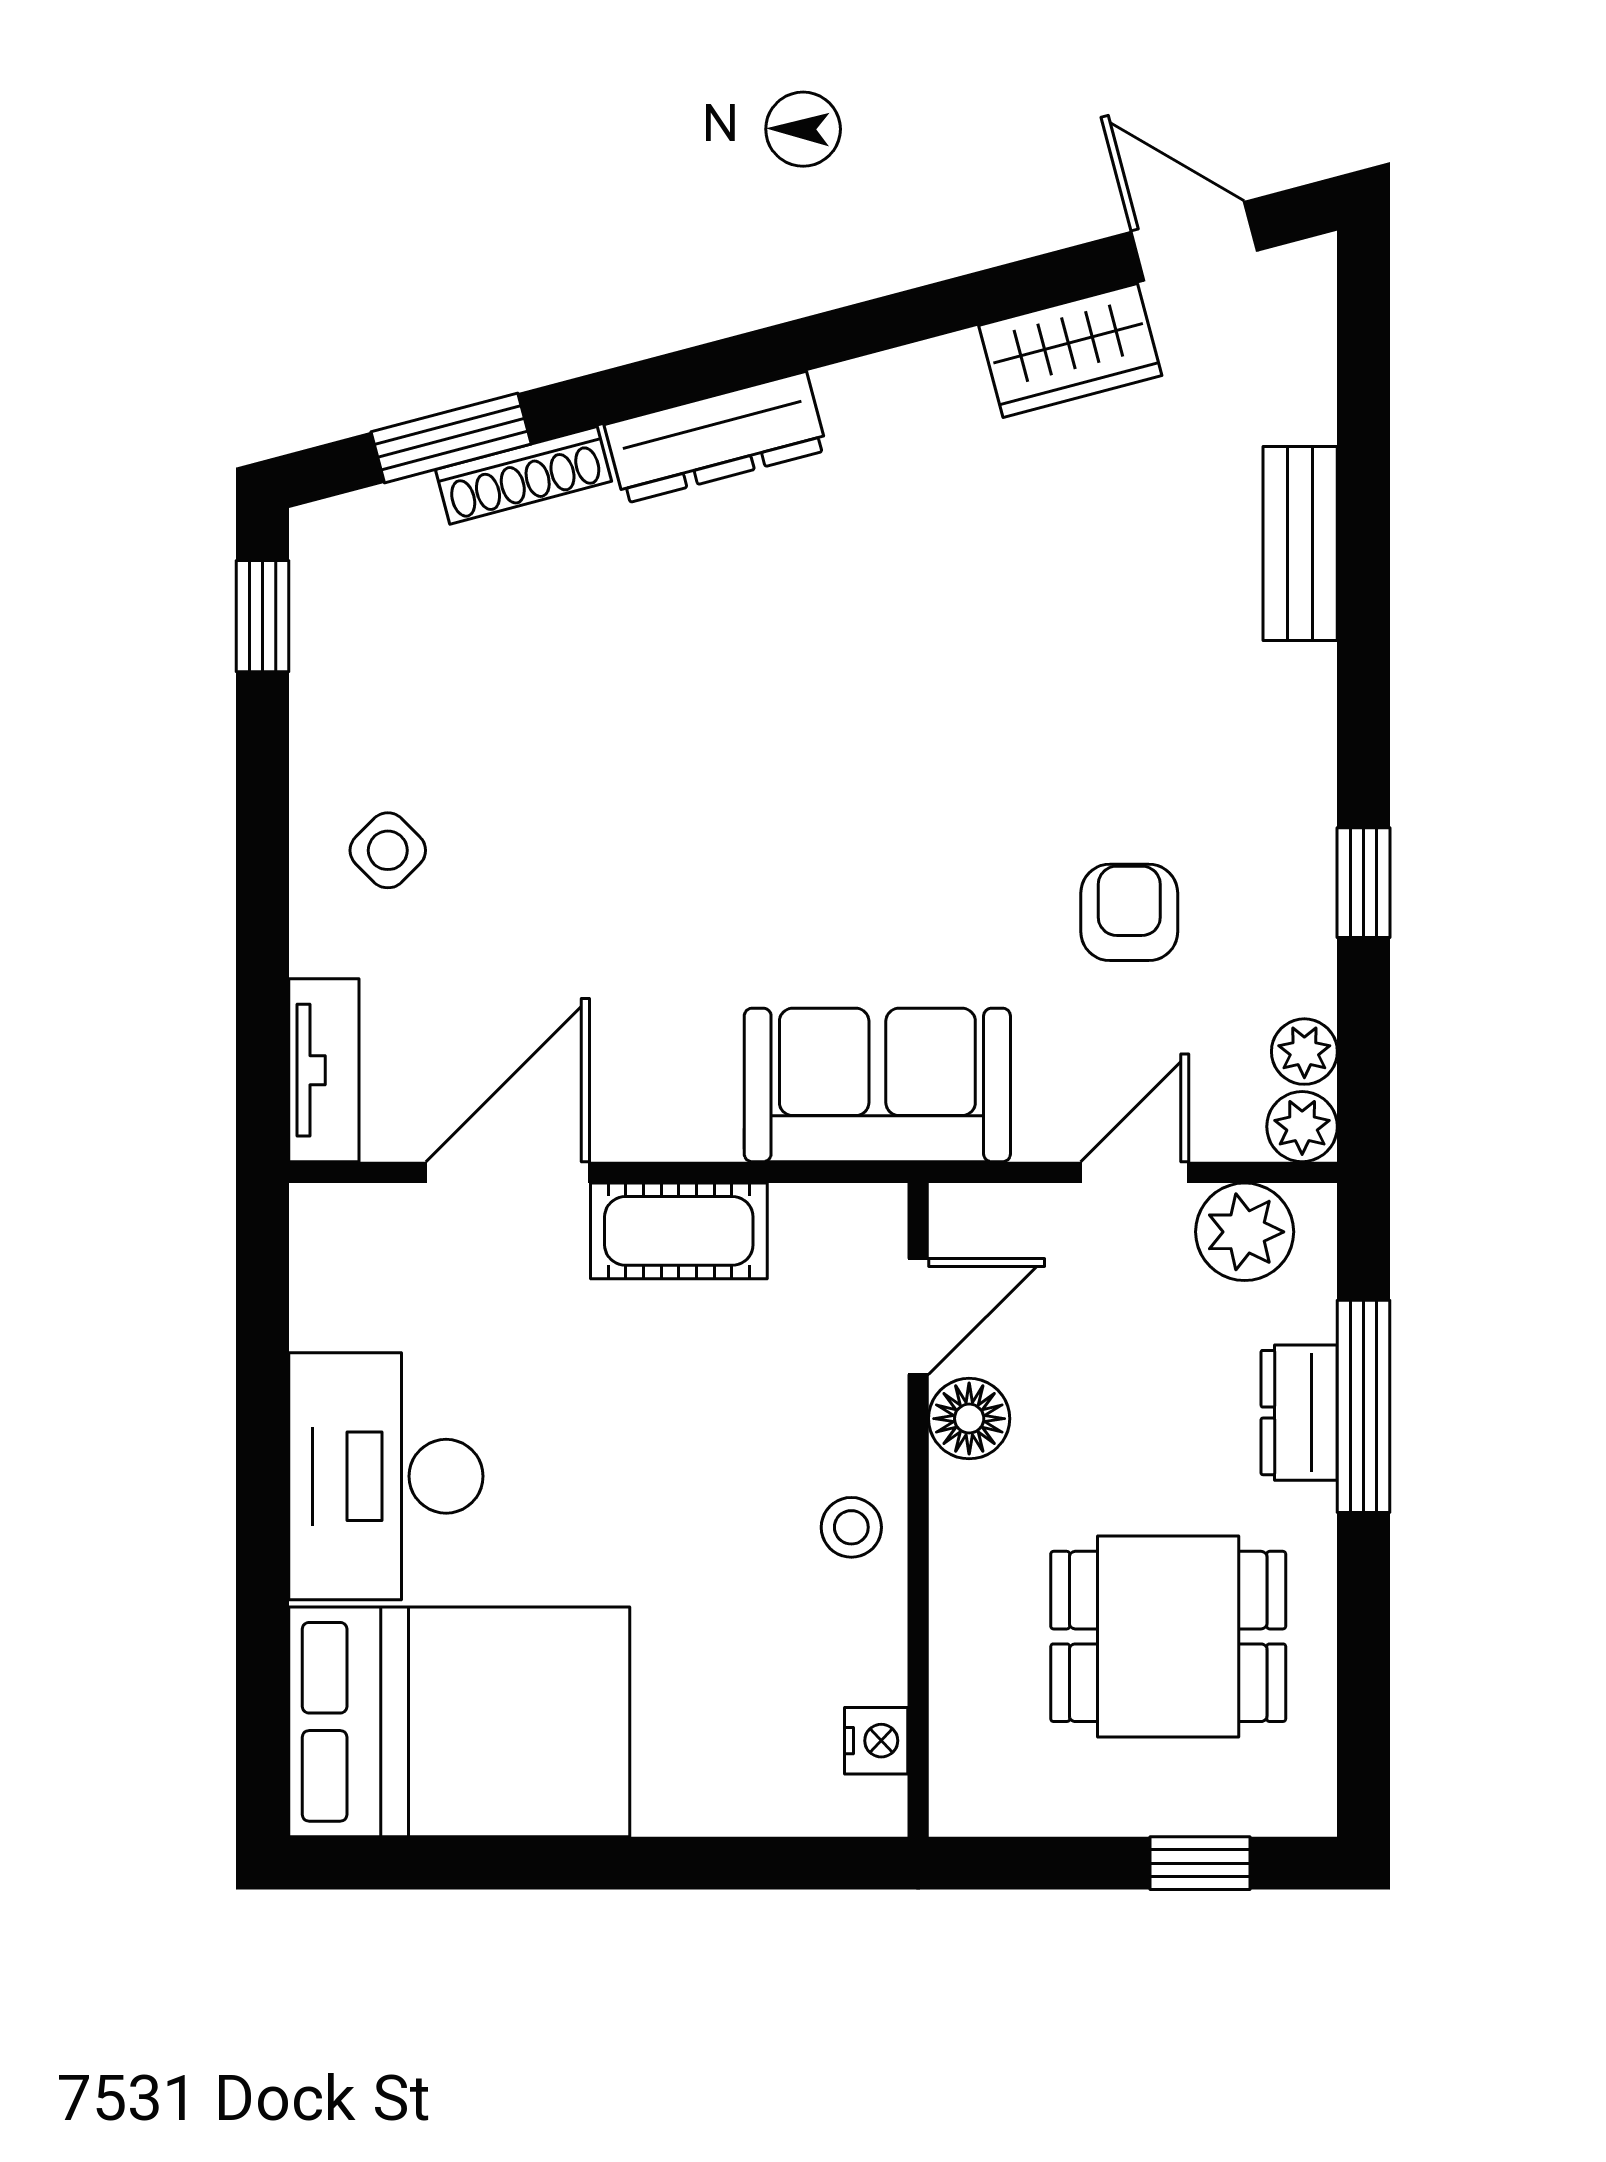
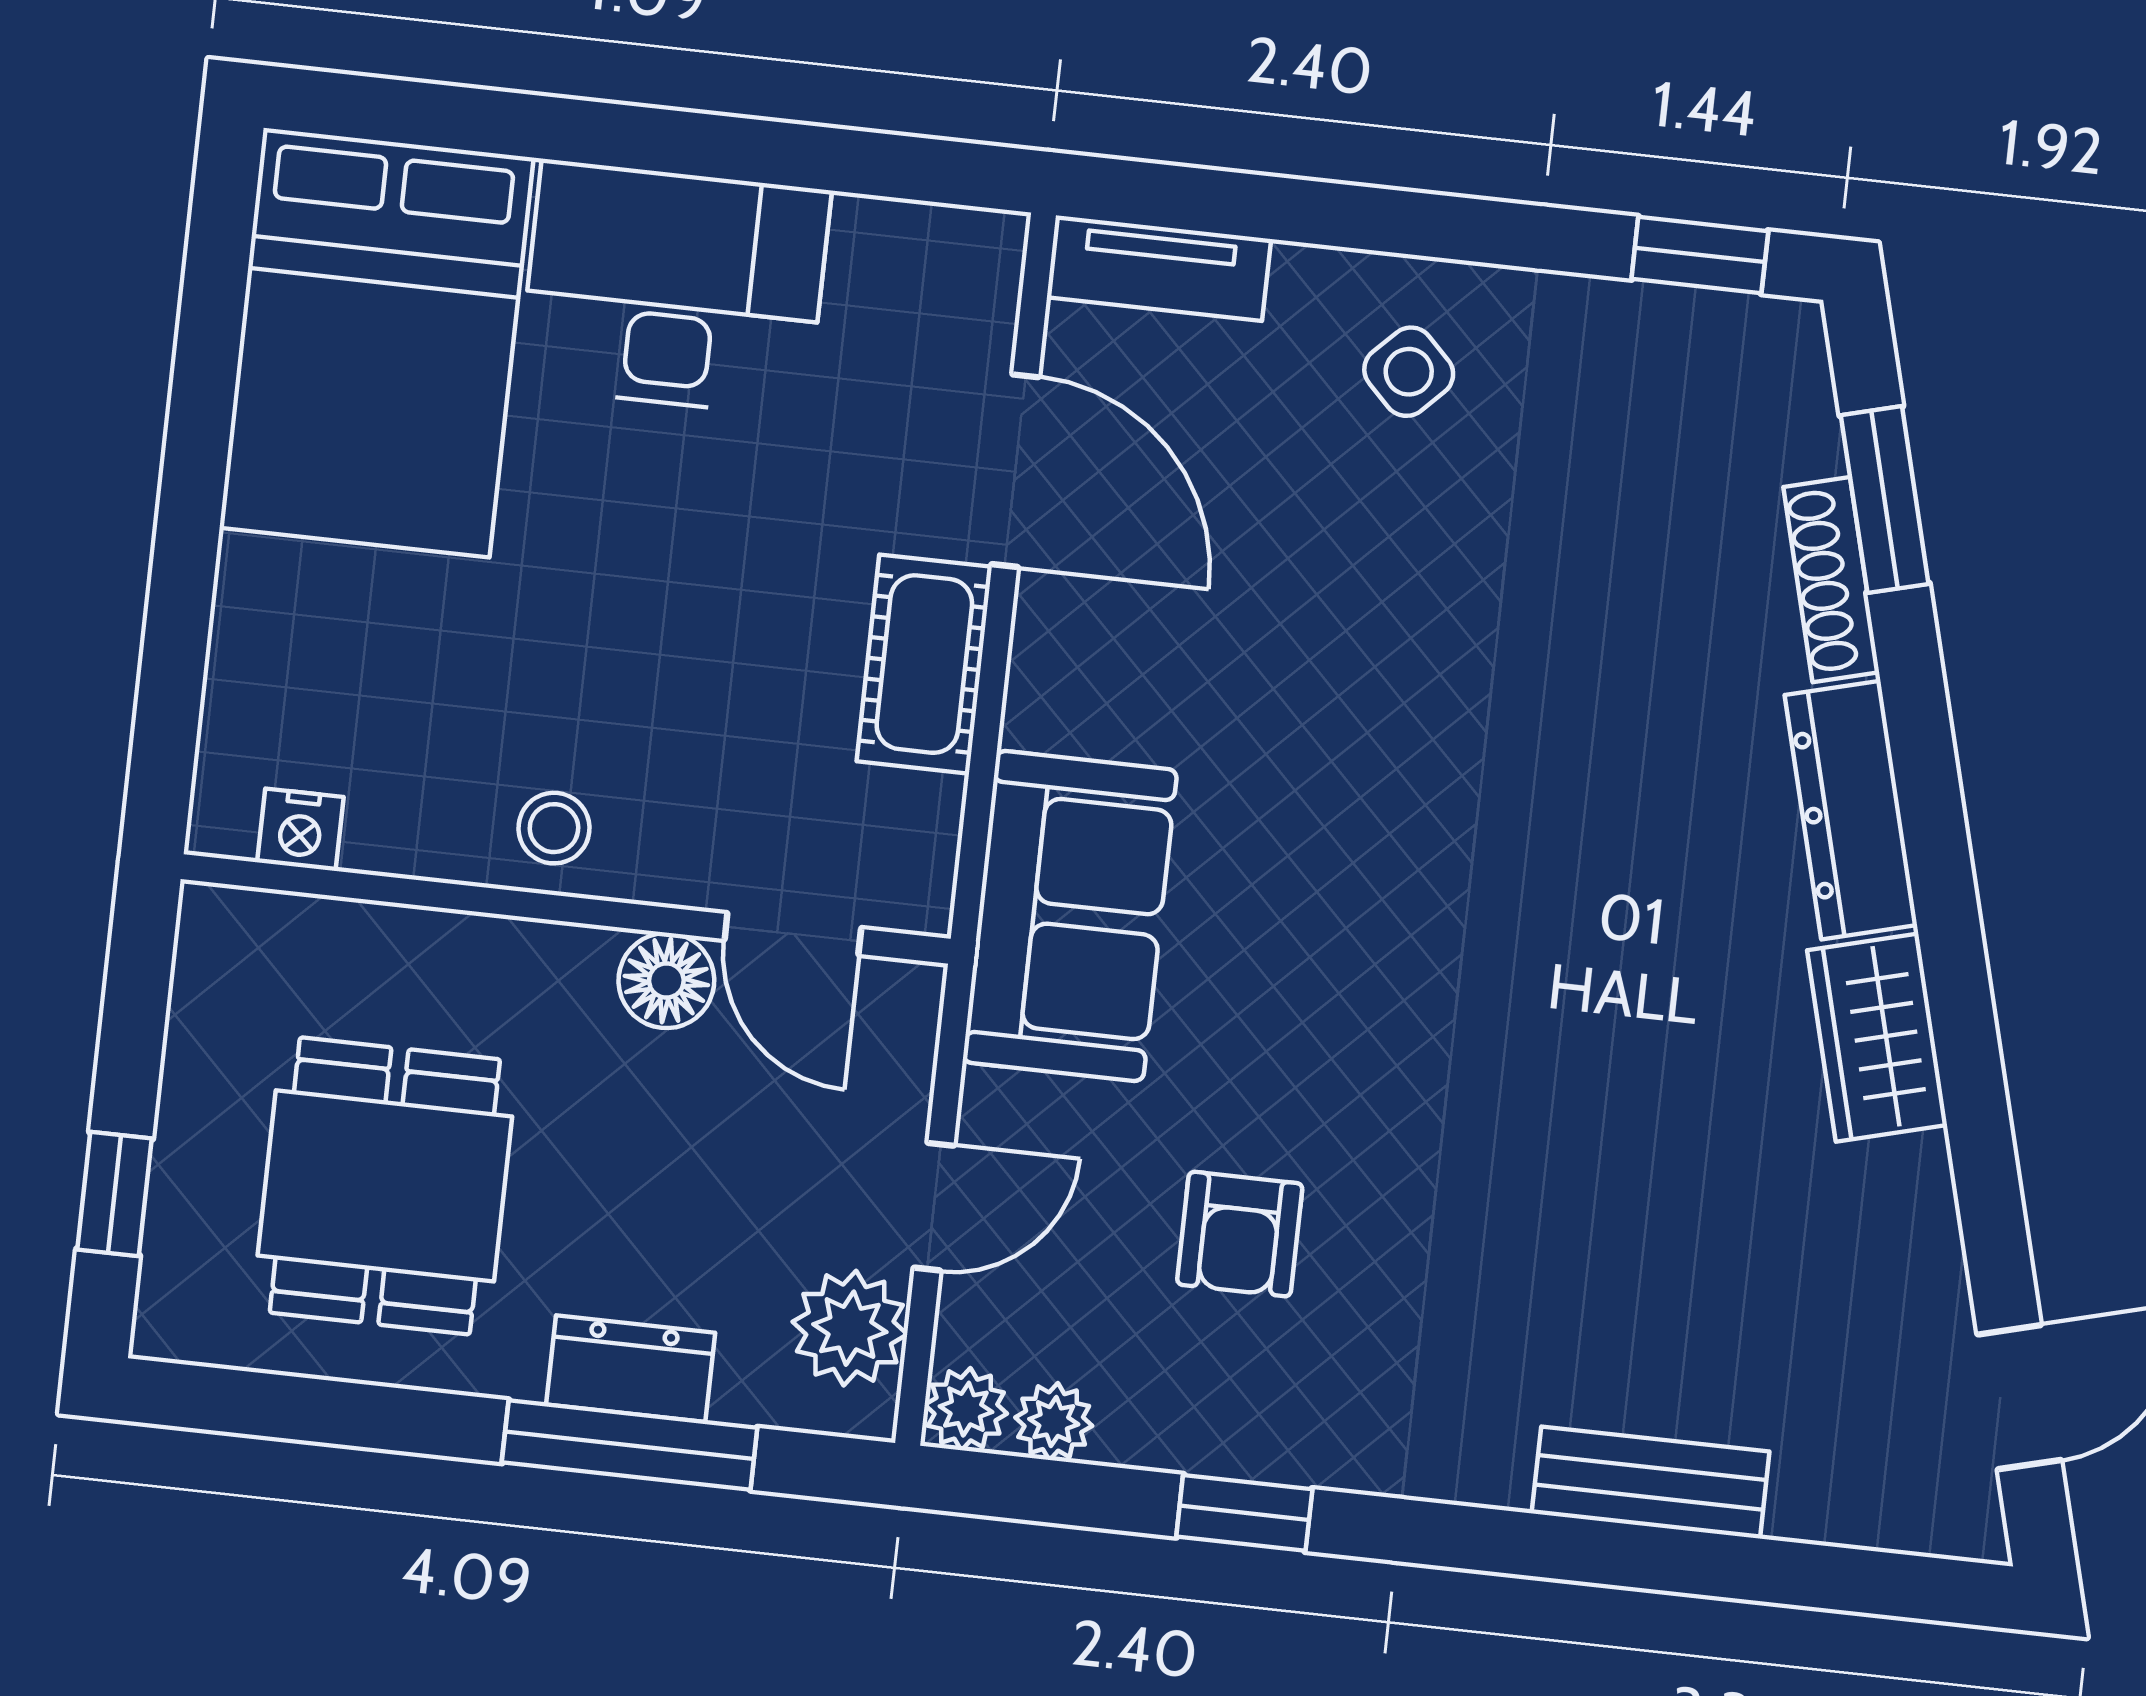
wardrobe: (1070, 350) -> (1877, 1038), moved
armchair: (1129, 912) -> (1240, 1234), turned 90
door: (1135, 1172) -> (934, 1207), hinge flipped

